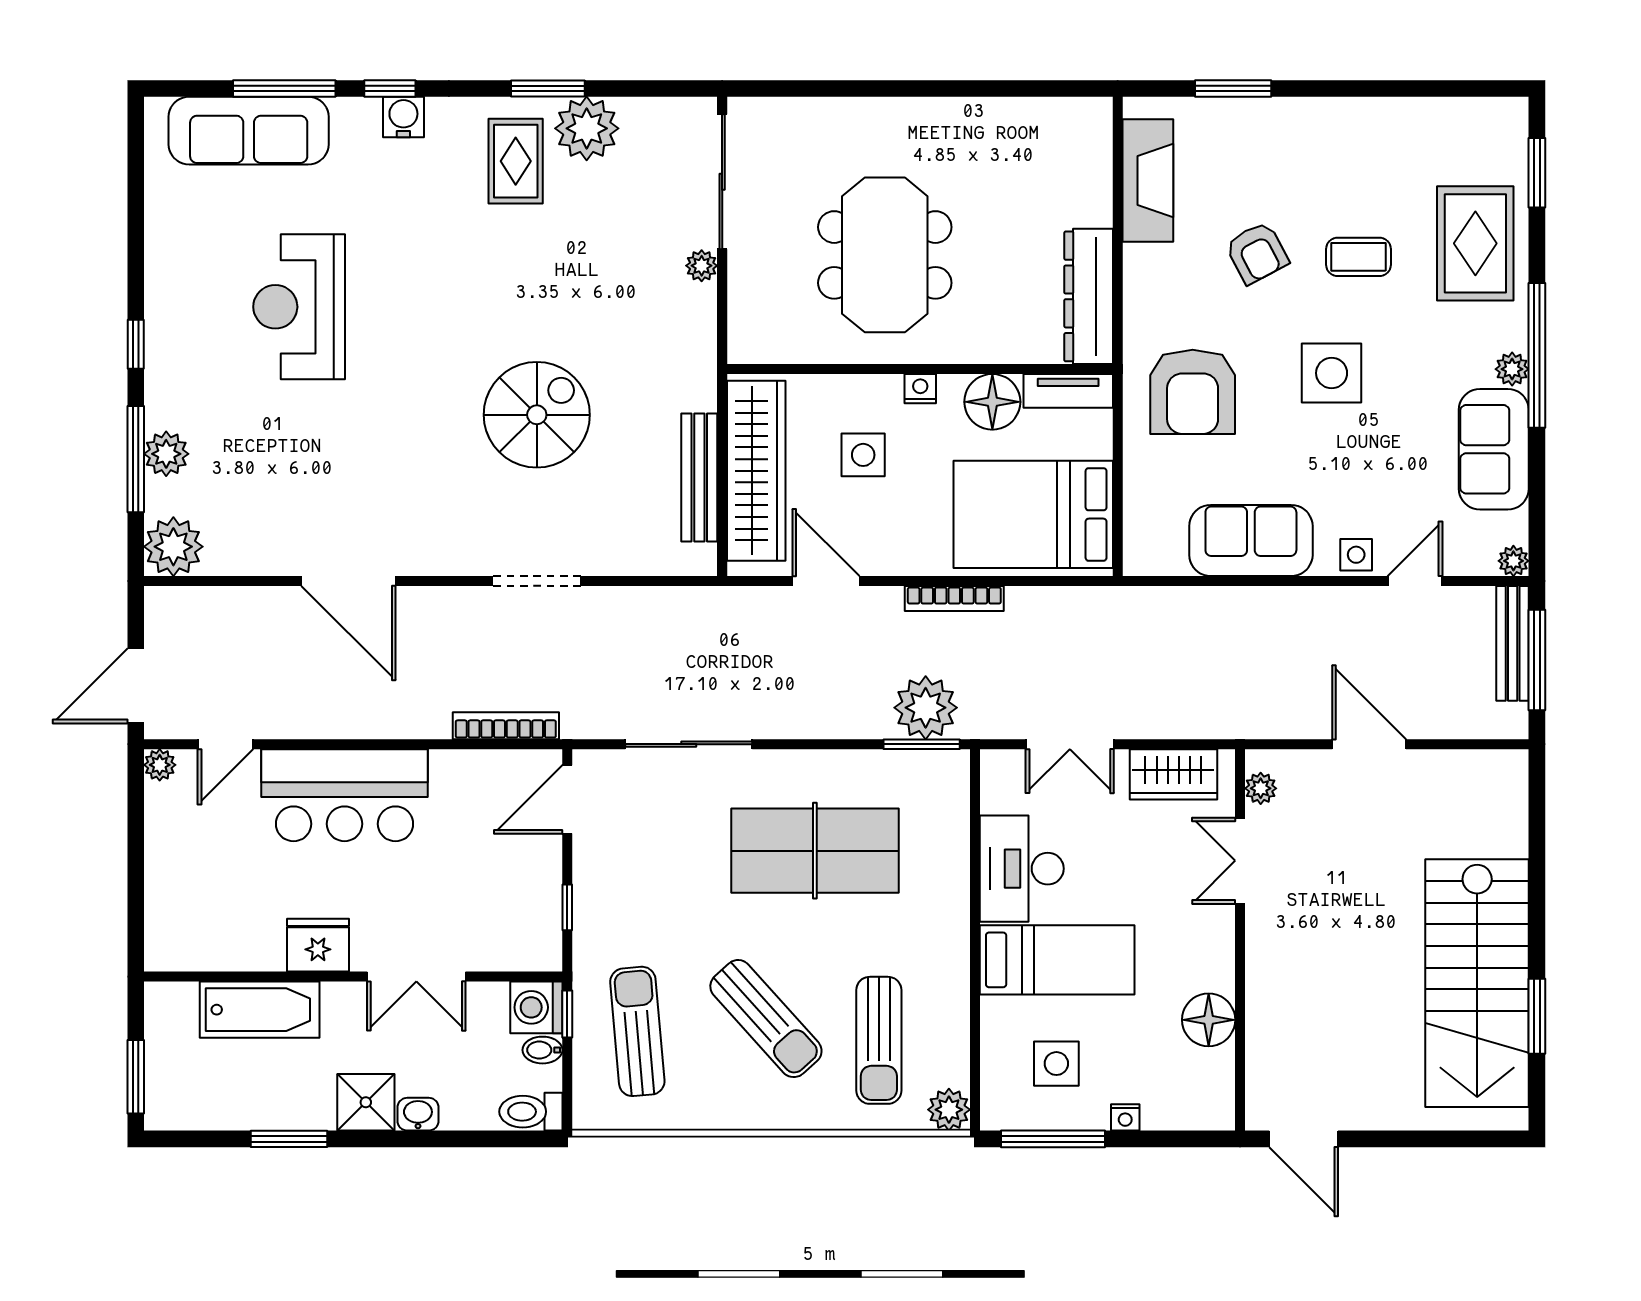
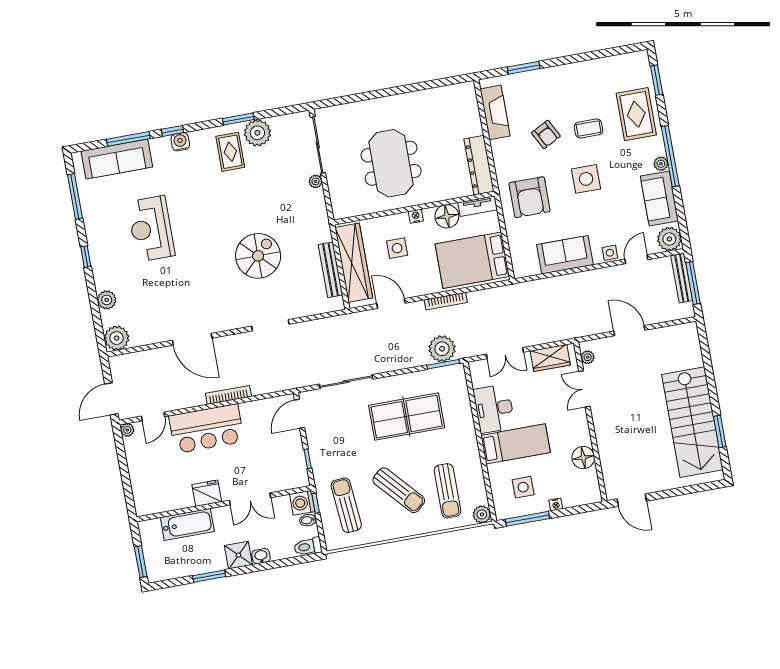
window: (136, 459) -> (75, 197), moved
plant: (1513, 561) -> (669, 239), width x1.88, depth x1.88
bookcase: (506, 726) -> (228, 395), moved

